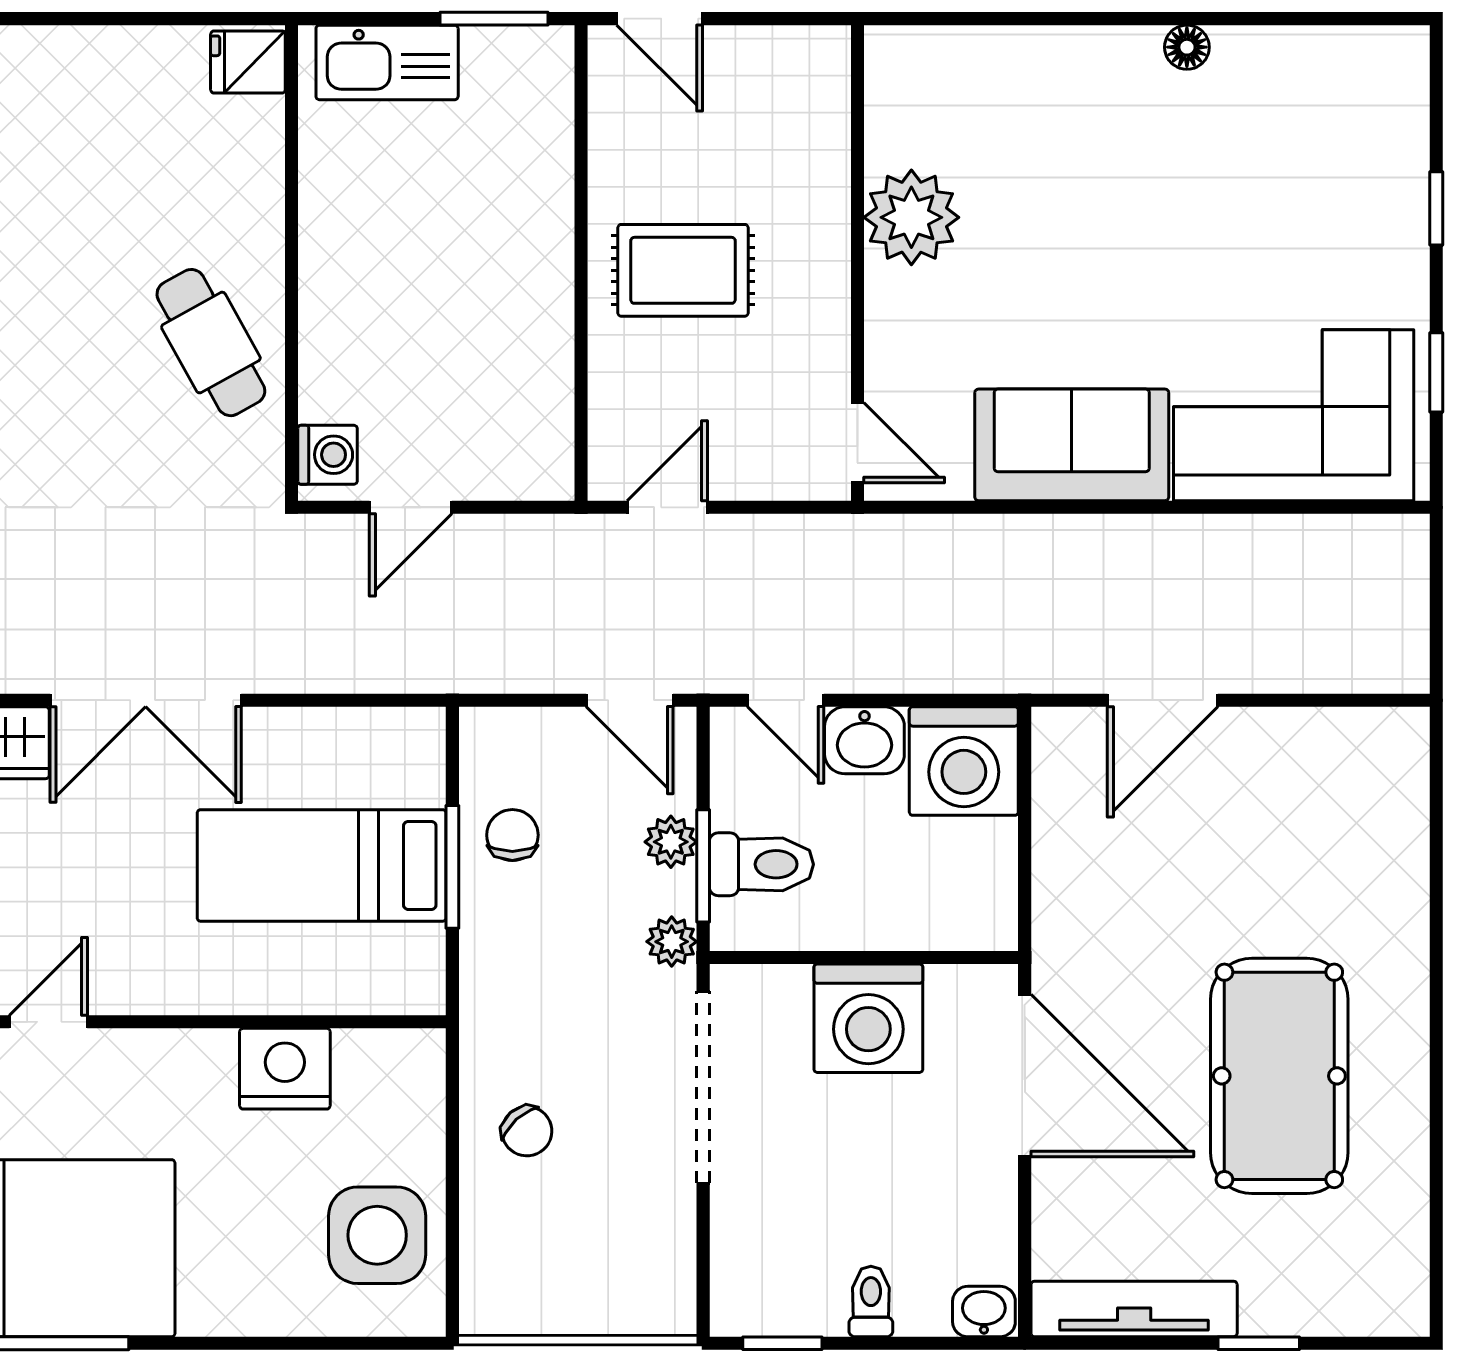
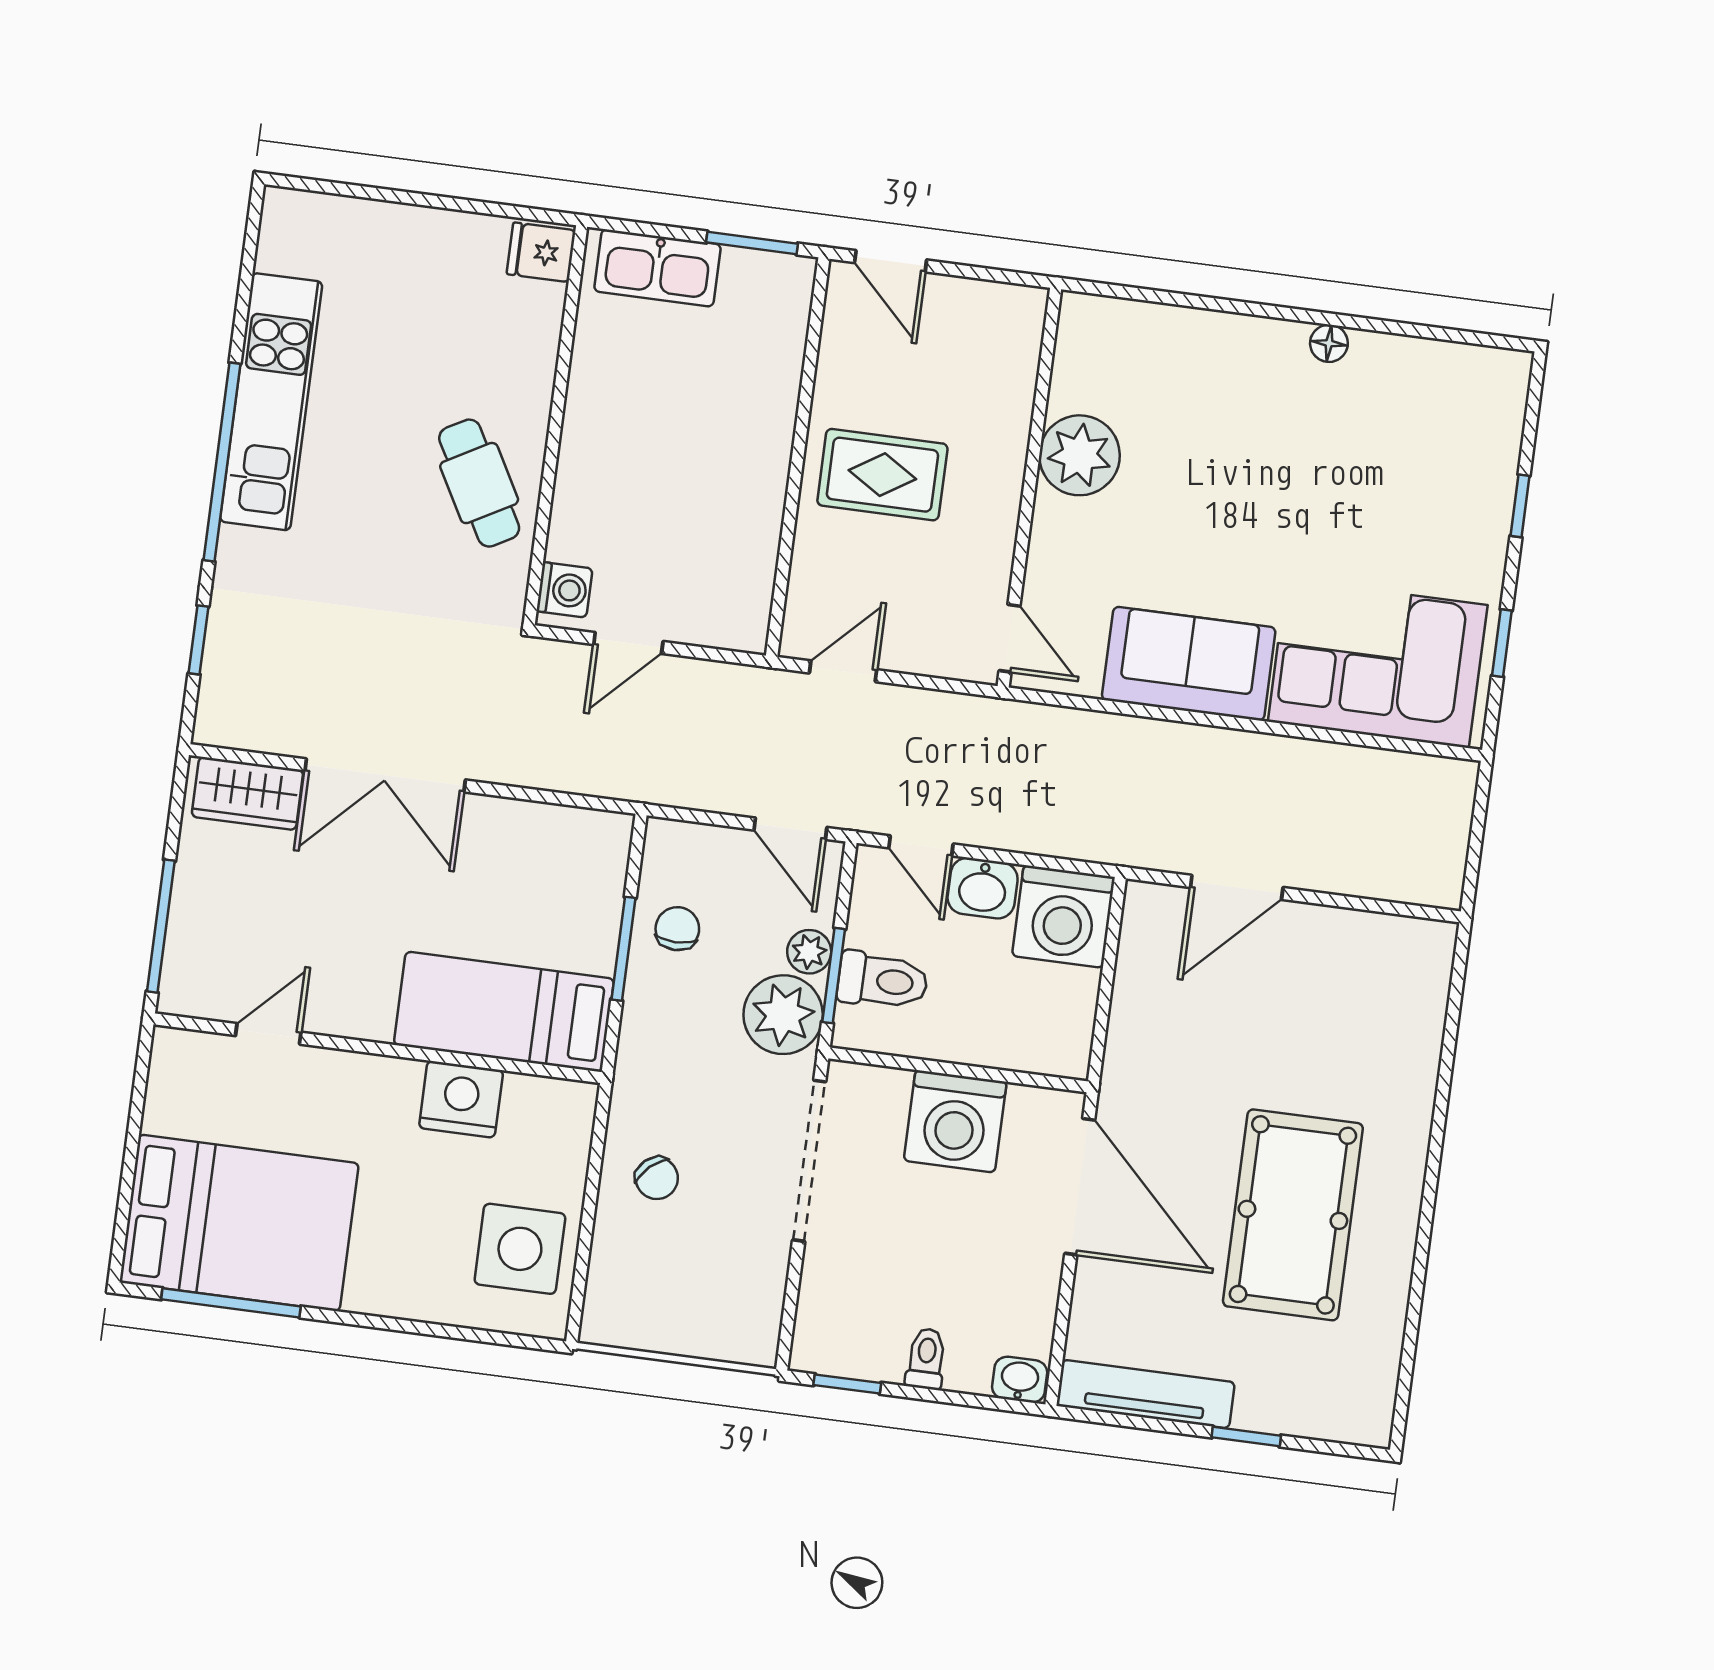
bed: (322, 865) -> (504, 1012), moved
plant: (672, 942) -> (783, 1015), width x1.87, depth x1.87

